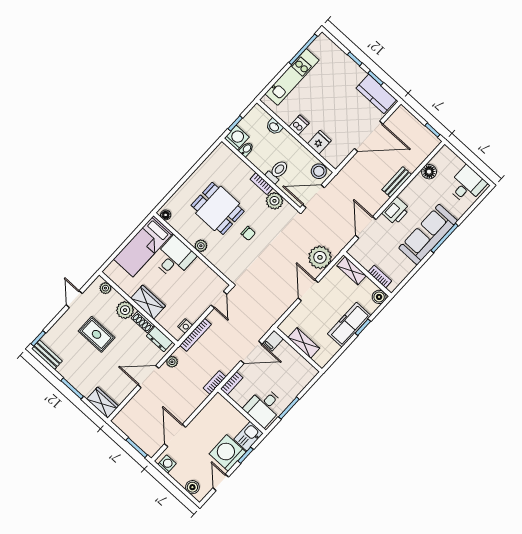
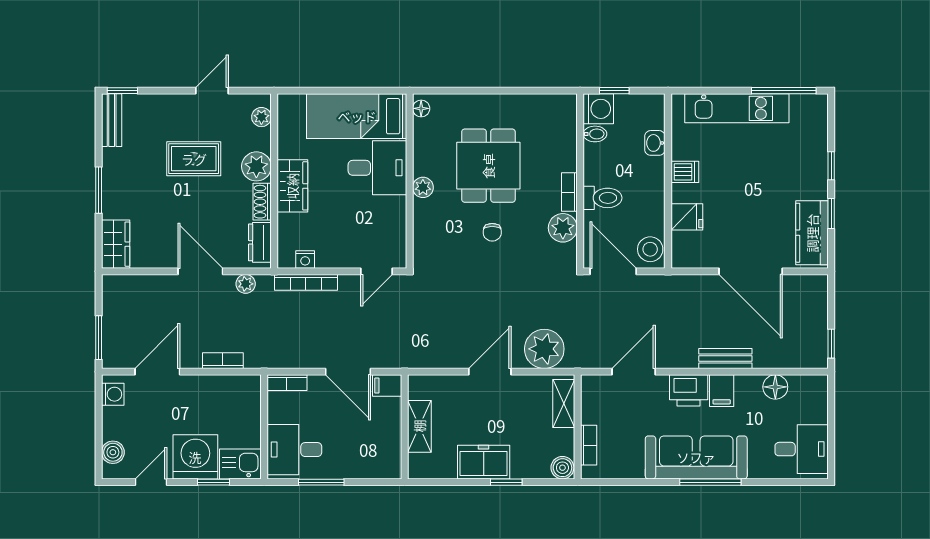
filing cabinet: (409, 197) -> (722, 391), added
freezer: (349, 325) -> (484, 462), width x0.71
rug: (97, 334) -> (194, 159), turned 90
bookcase: (215, 383) -> (223, 361), moved

